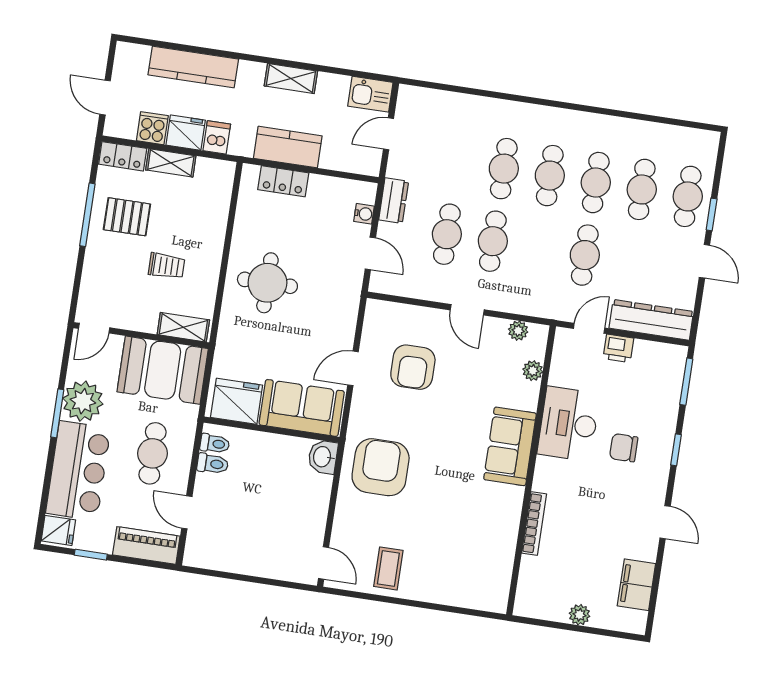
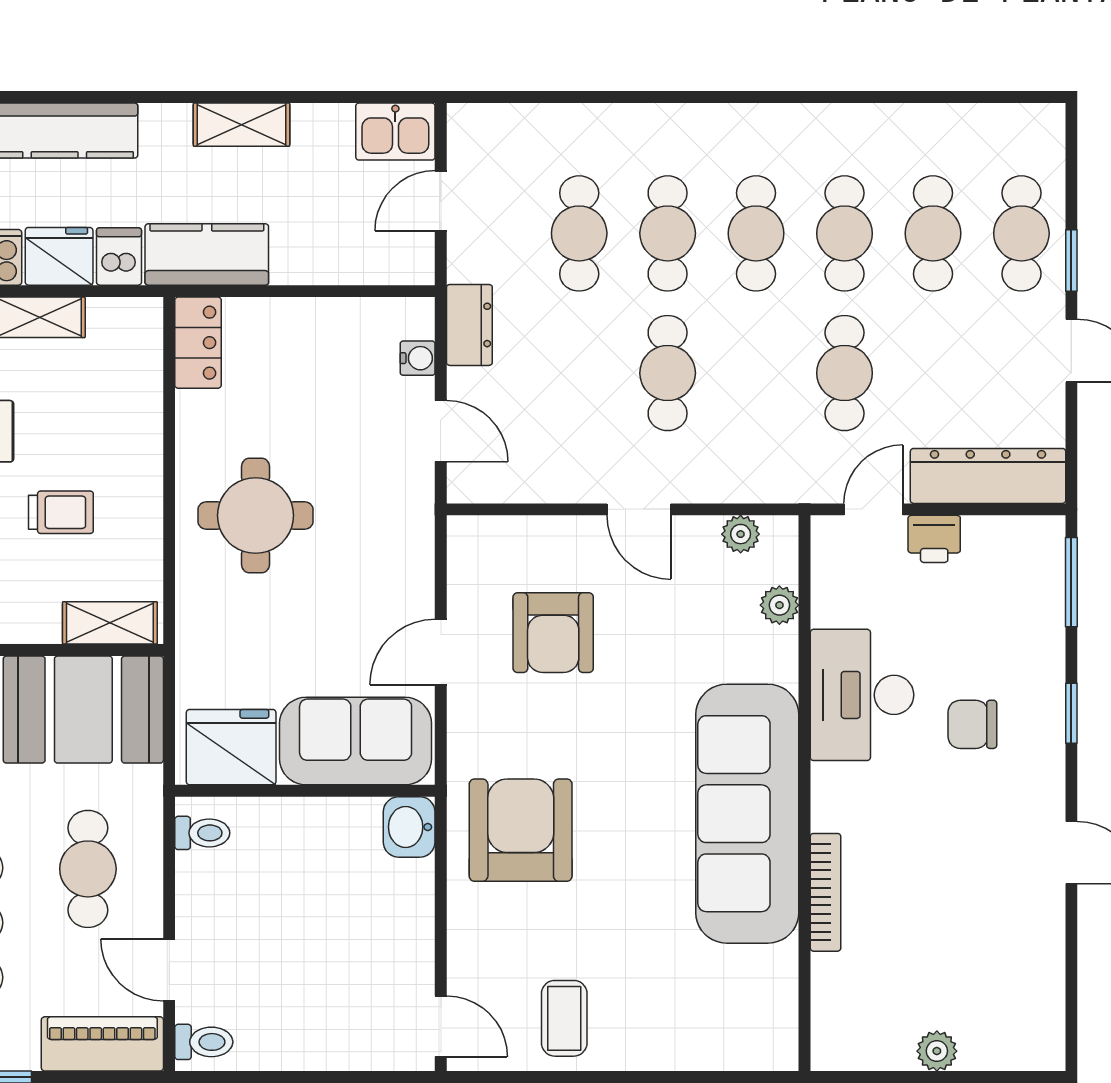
kitchen counter: (288, 147) -> (207, 254), moved
locker: (283, 181) -> (198, 343), moved, turned -90
cafe table: (447, 234) -> (579, 233), moved
sofa: (510, 446) -> (747, 814), width x1.85, depth x1.27
toilet: (213, 464) -> (204, 1042), moved
filing cabinet: (636, 585) -> (1035, 978), removed

